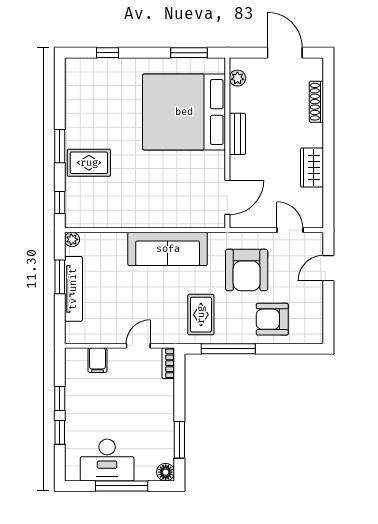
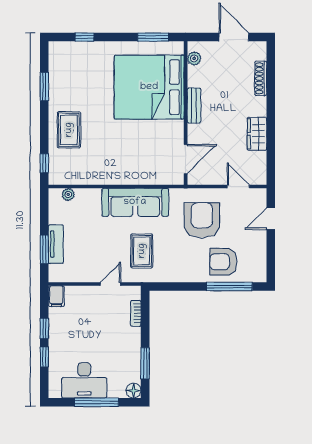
window: (60, 146) -> (44, 86), moved
rug: (89, 163) -> (69, 130), turned 90
plant: (72, 239) -> (68, 194), moved
armchair: (247, 270) -> (202, 220), turned 180
window: (60, 277) -> (44, 249), moved
tv unit: (73, 289) -> (56, 244), width x0.71
rug: (201, 315) -> (142, 251), moved
window: (228, 349) -> (229, 287), moved
filing cabinet: (97, 360) -> (56, 296), moved
bookcase: (168, 363) -> (136, 313), moved

